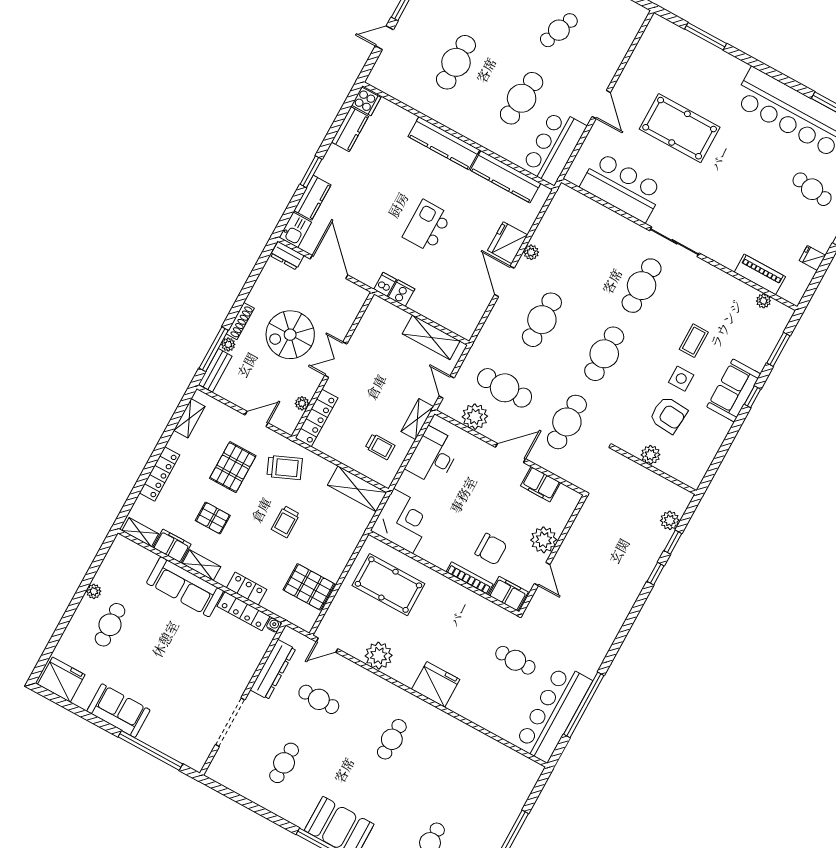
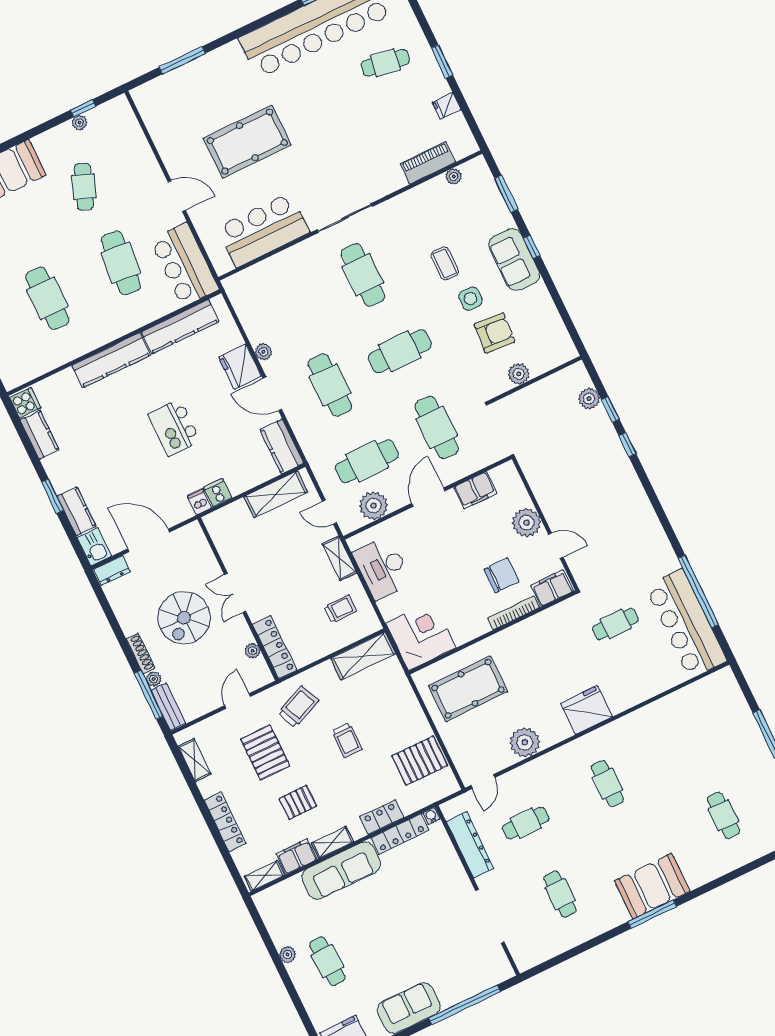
kitchen counter: (470, 316) -> (282, 446), added
cafe table: (604, 354) -> (400, 351), turned 90

